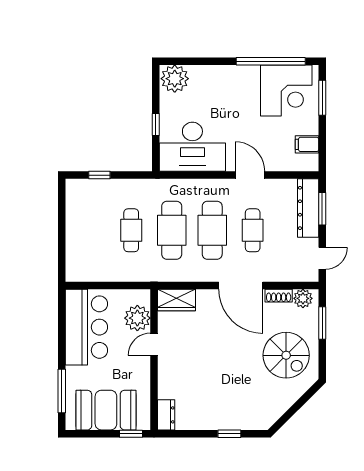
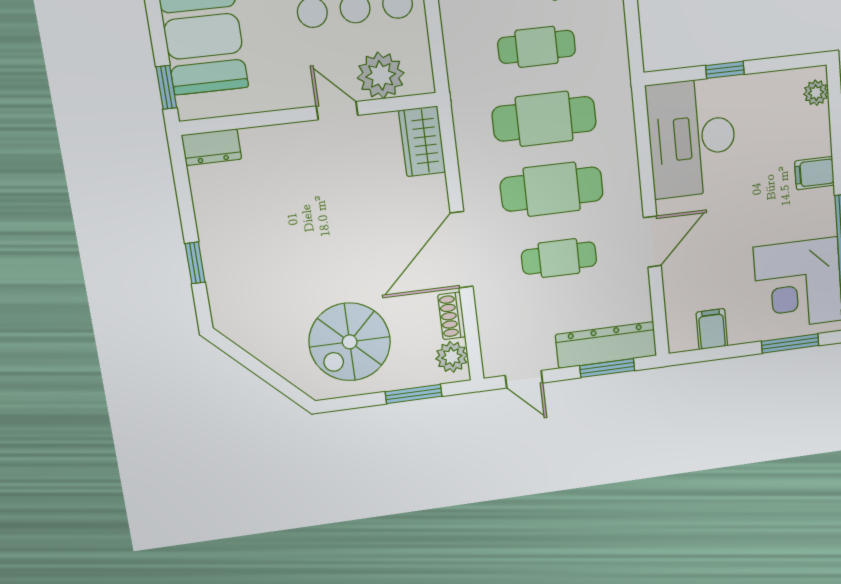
filing cabinet: (221, 76) -> (814, 173), added
plant: (175, 79) -> (816, 93), width x0.53, depth x0.53

